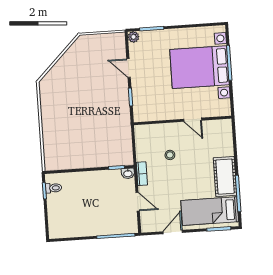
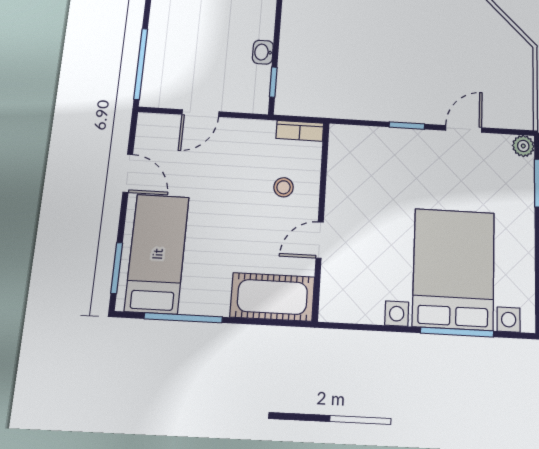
wall: (183, 120) -> (321, 220), moved
door: (193, 120) -> (320, 240), moved
washbasin: (128, 173) -> (263, 52), moved
bookcase: (142, 174) -> (300, 131), moved
cot: (225, 177) -> (272, 297), moved

